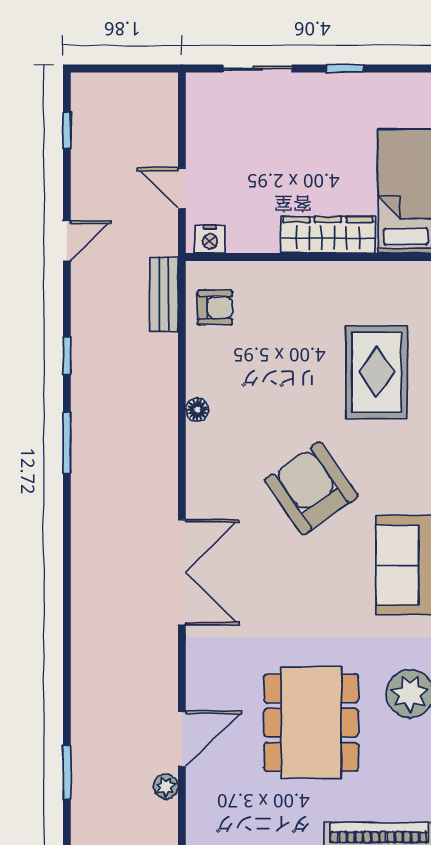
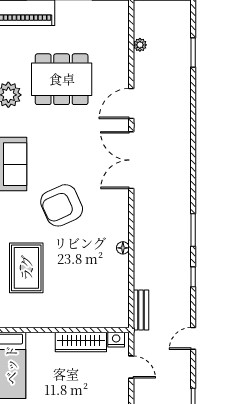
wardrobe: (328, 235) -> (81, 342), moved
armchair: (215, 308) -> (113, 303), removed
armchair: (311, 488) -> (62, 205), turned 101
dining table: (311, 723) -> (62, 79), turned 90
door: (182, 739) -> (131, 104), moved

